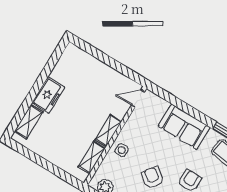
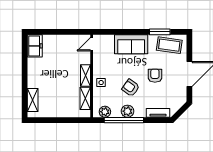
freezer: (48, 95) -> (35, 46), moved

